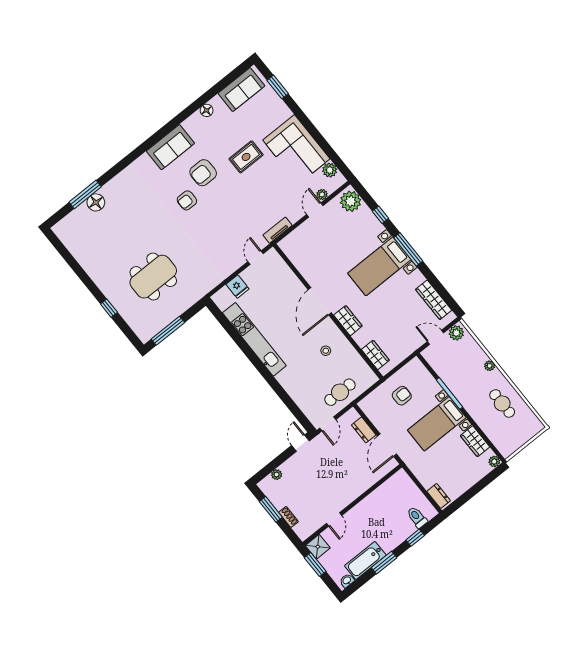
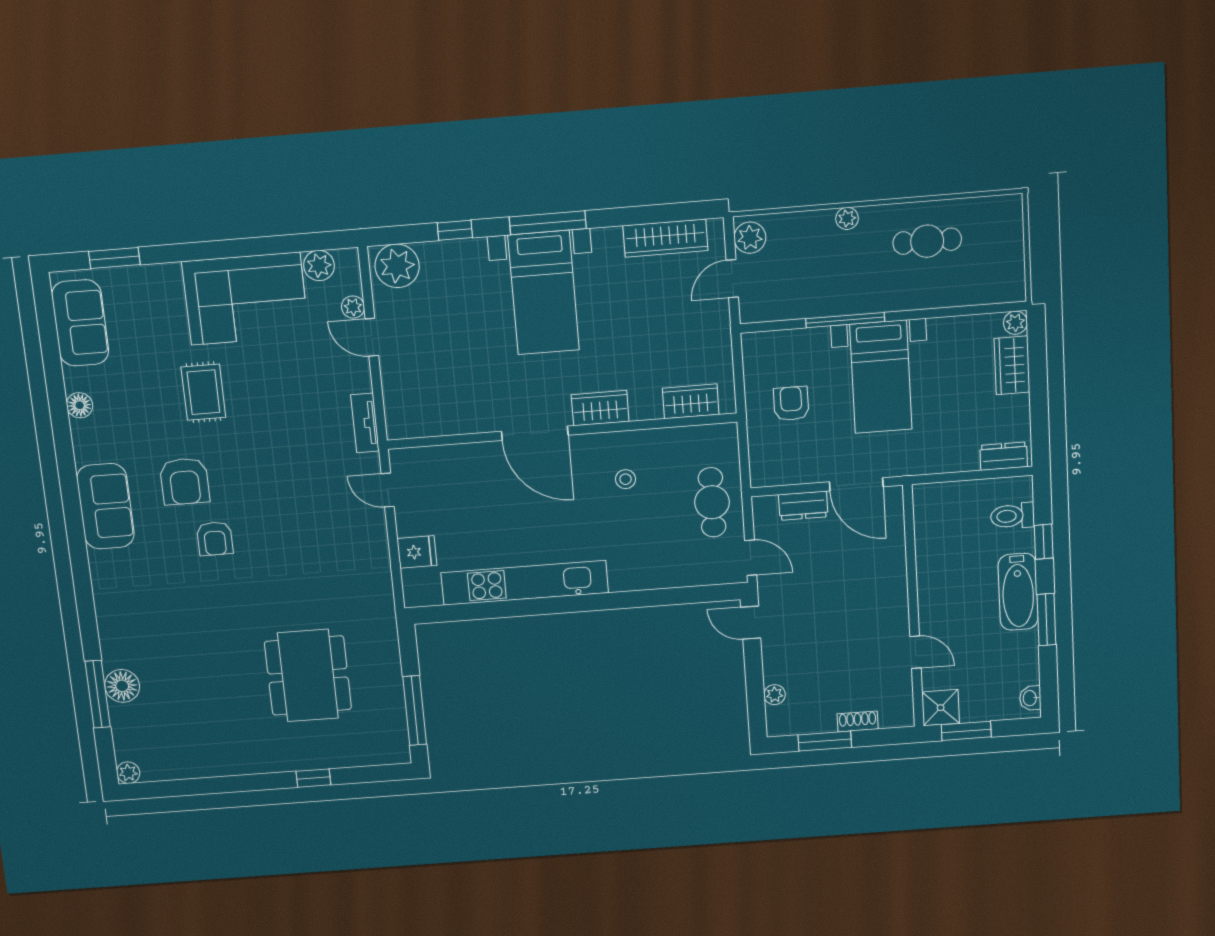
plant: (58, 229) -> (128, 773), added
wardrobe: (475, 441) -> (1012, 365), moved, turned 90
bathtub: (365, 560) -> (1018, 592), moved

